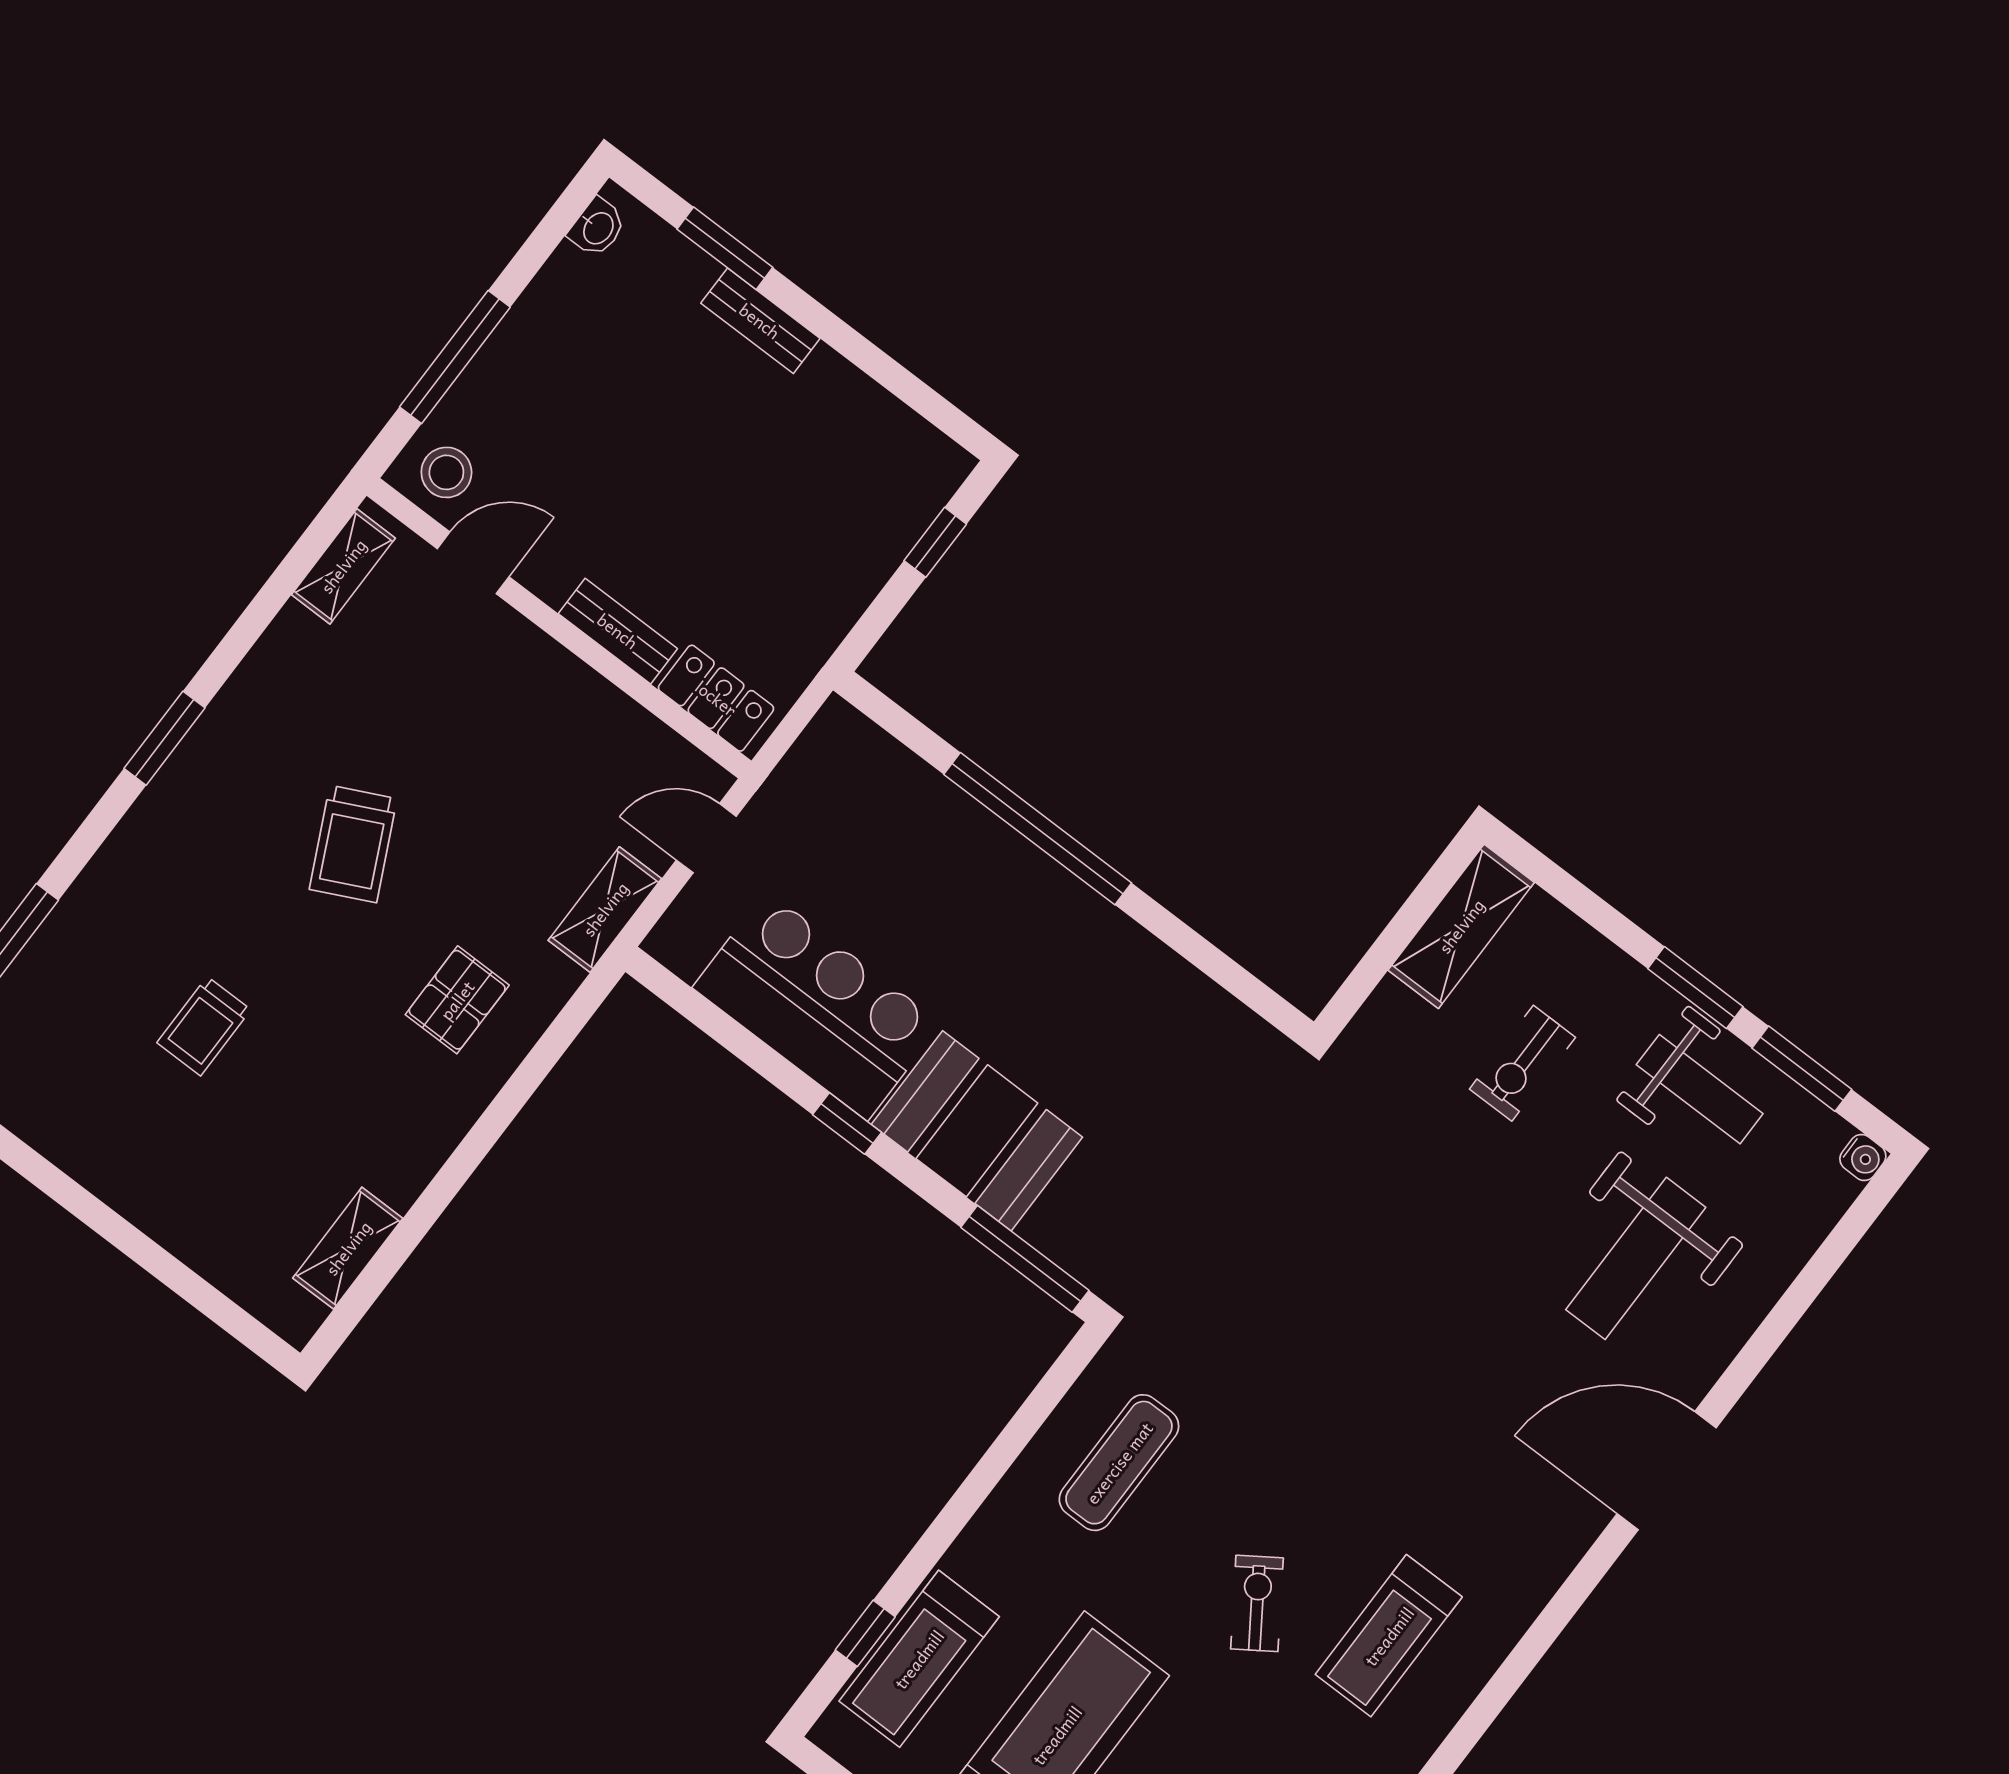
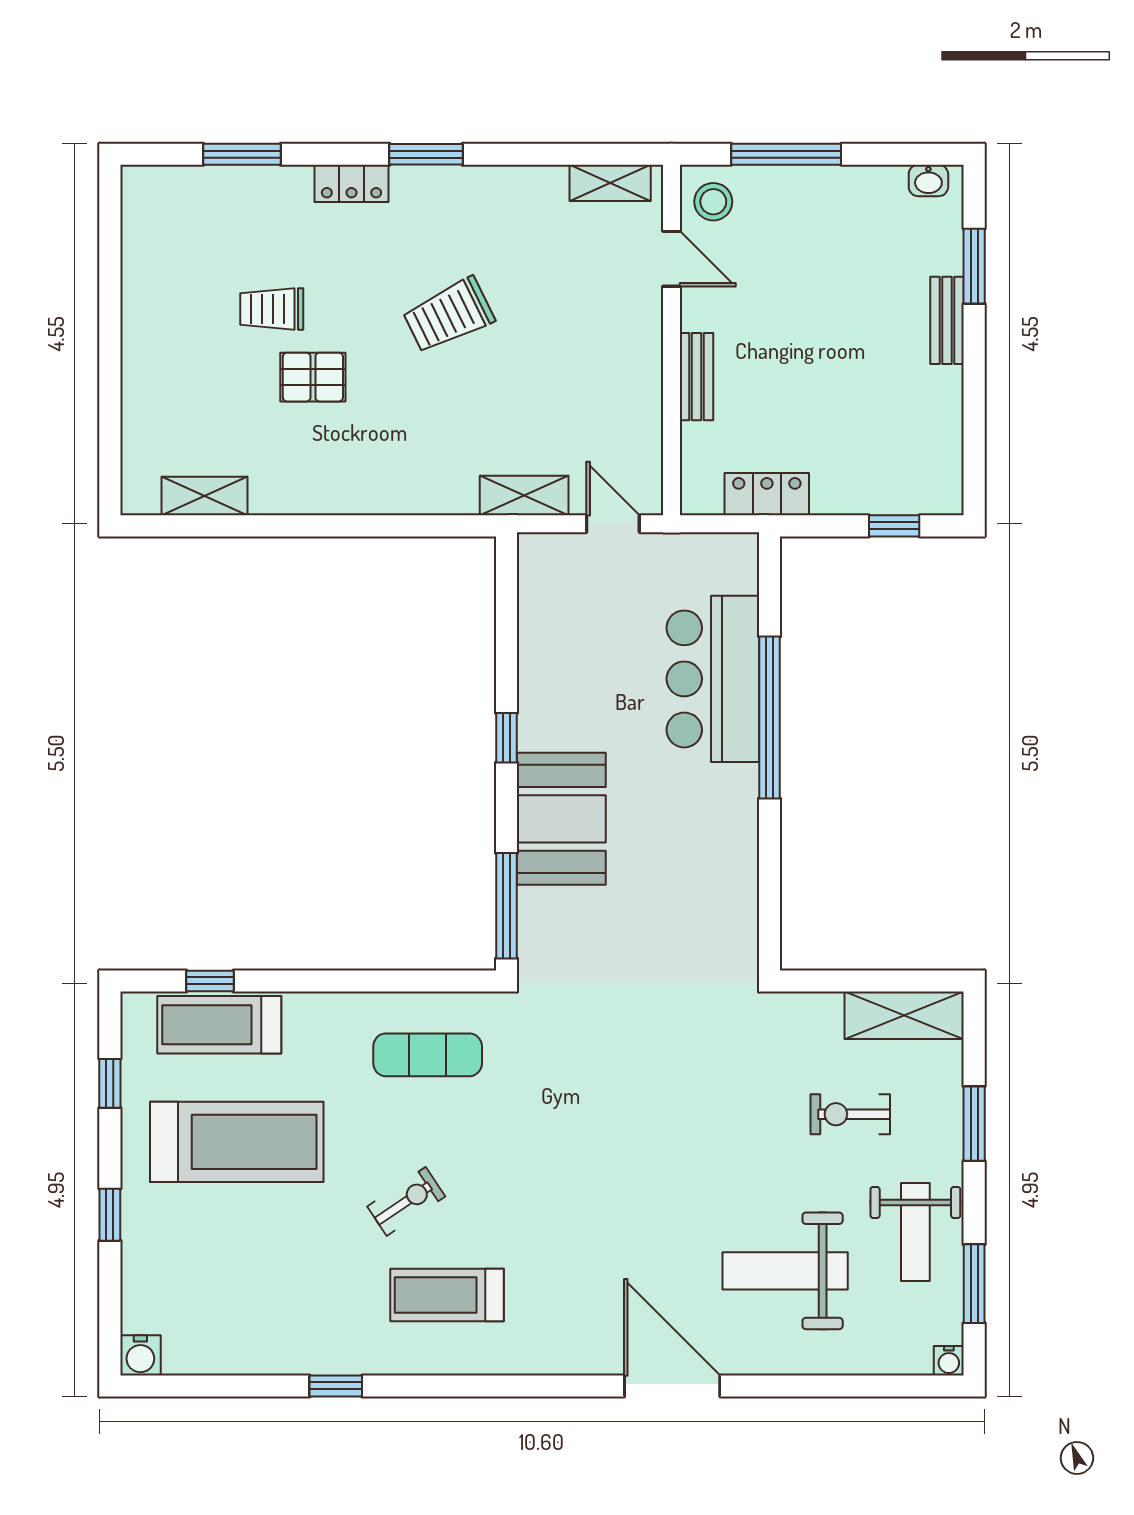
locker: (716, 698) -> (767, 494), moved, turned -90
locker: (135, 840) -> (351, 183), added
window: (1695, 988) -> (974, 1124), moved
pallet: (457, 1000) -> (313, 377), moved
bar counter: (817, 1006) -> (713, 679), moved, turned 180

